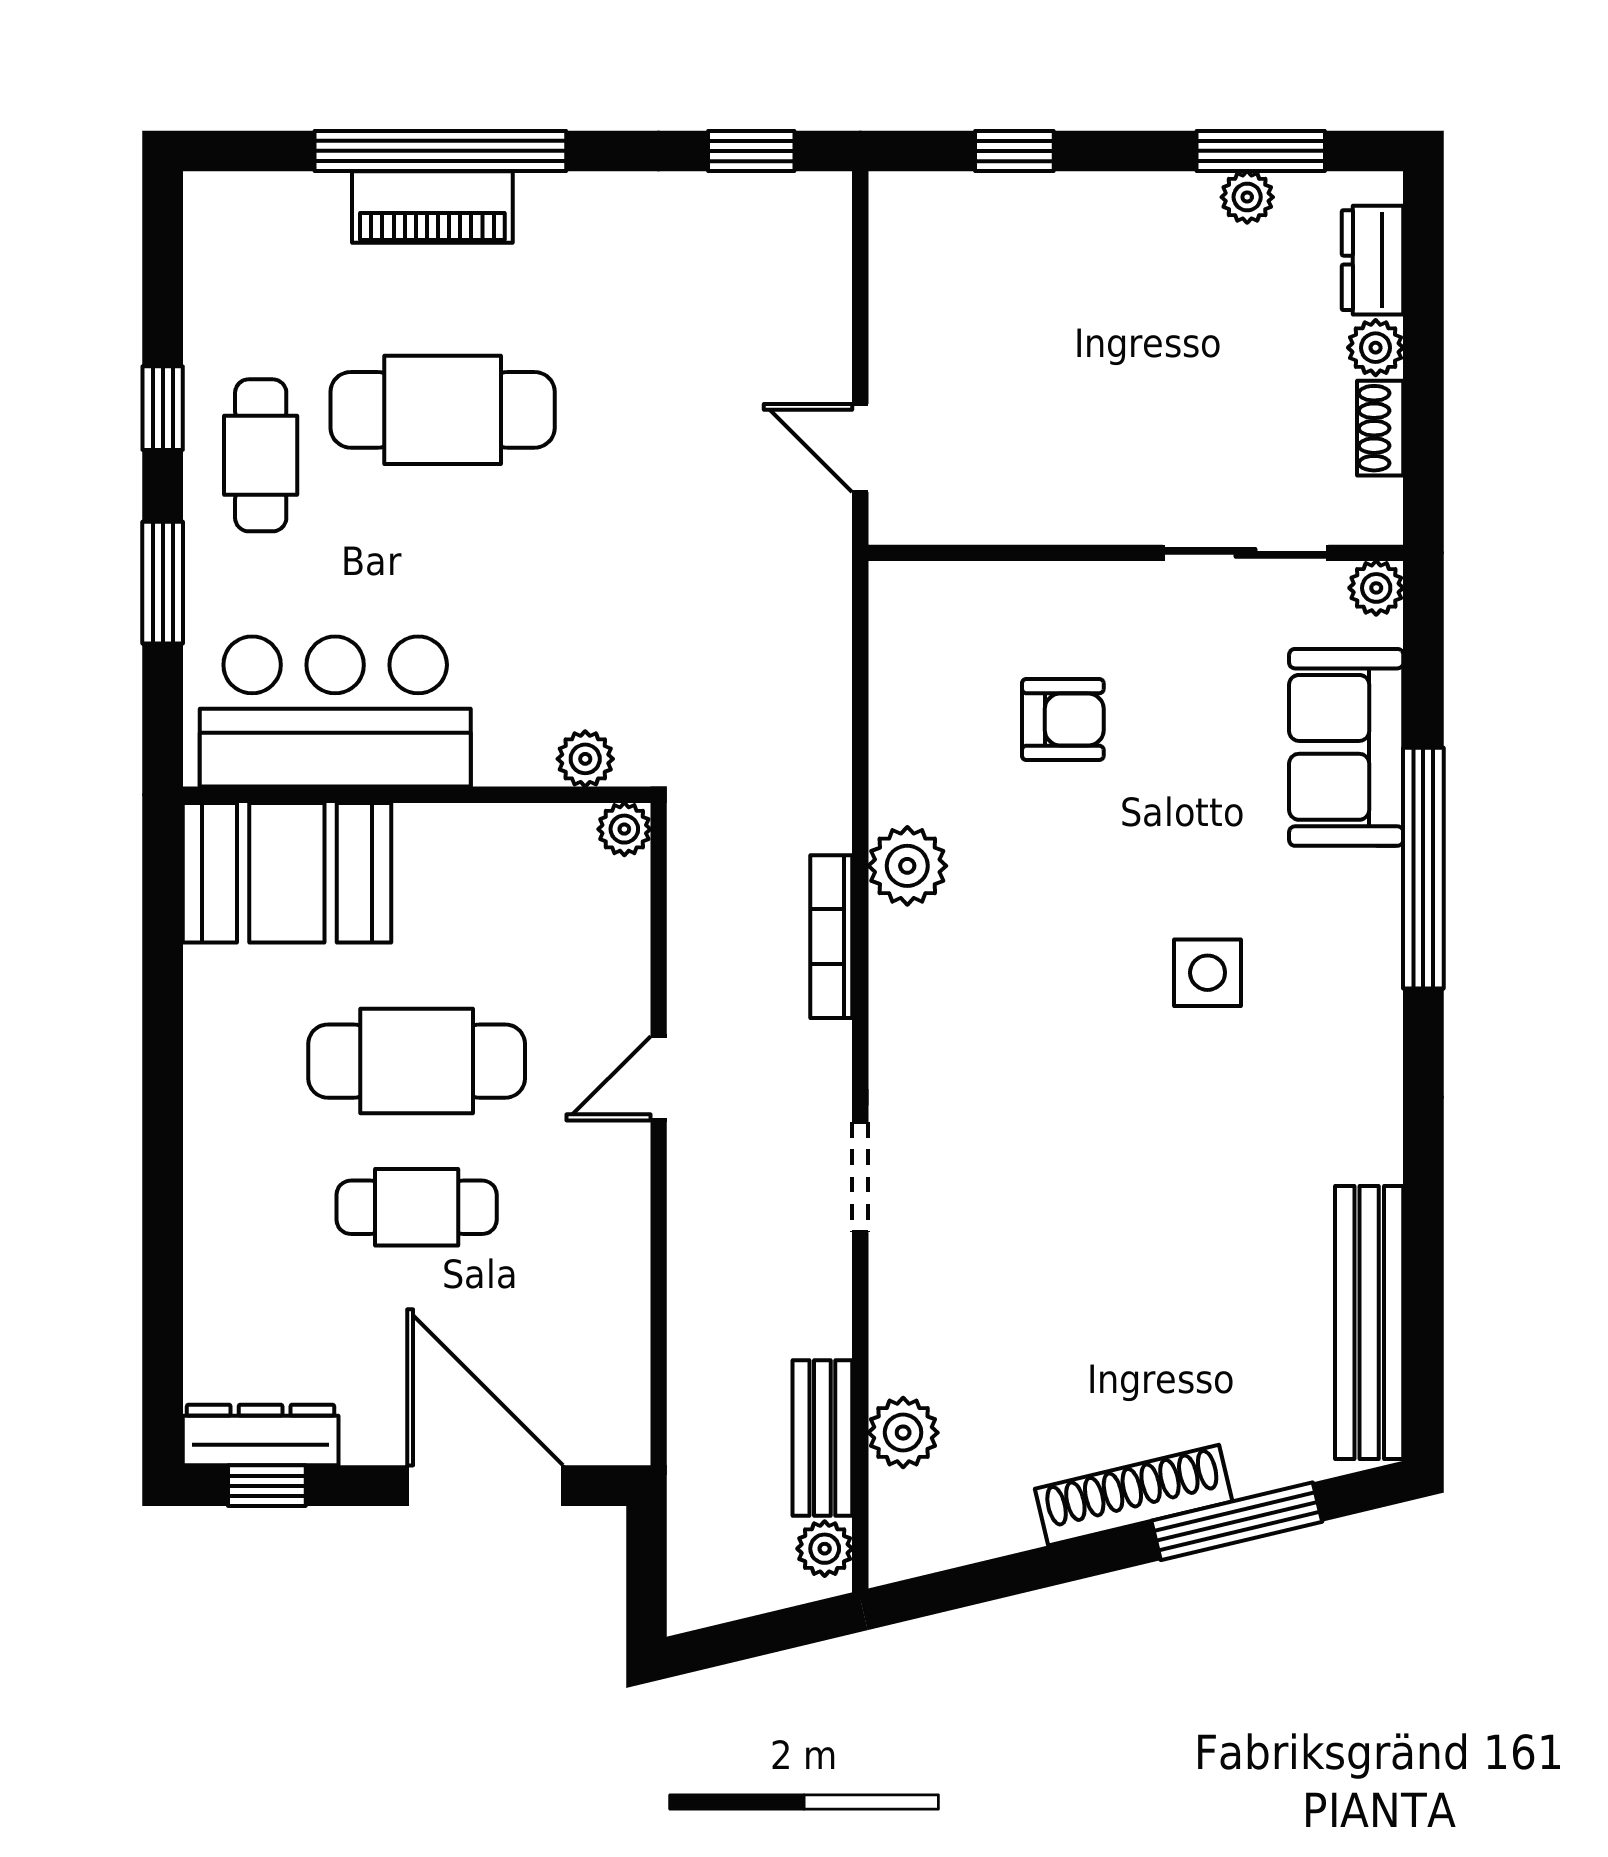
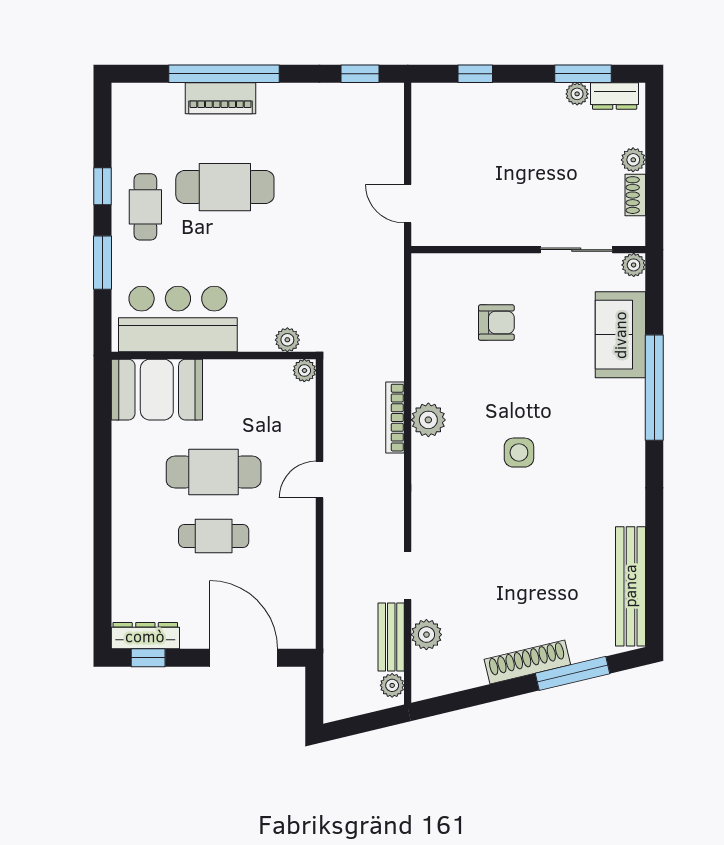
dresser: (1373, 260) -> (615, 96), moved, turned -90
plant: (907, 866) -> (428, 420), moved
side table: (1208, 973) -> (519, 453), moved
doorway: (860, 1177) -> (408, 575), moved

